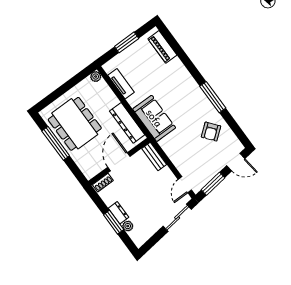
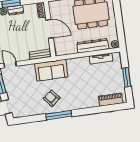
sofa: (154, 118) -> (51, 70), moved
dresser: (127, 123) -> (93, 46), moved
armchair: (211, 132) -> (52, 98), moved

